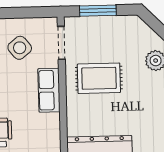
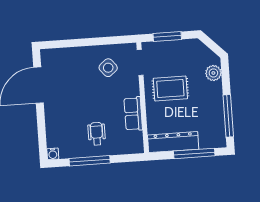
row of seats: (49, 90) -> (133, 114), moved

